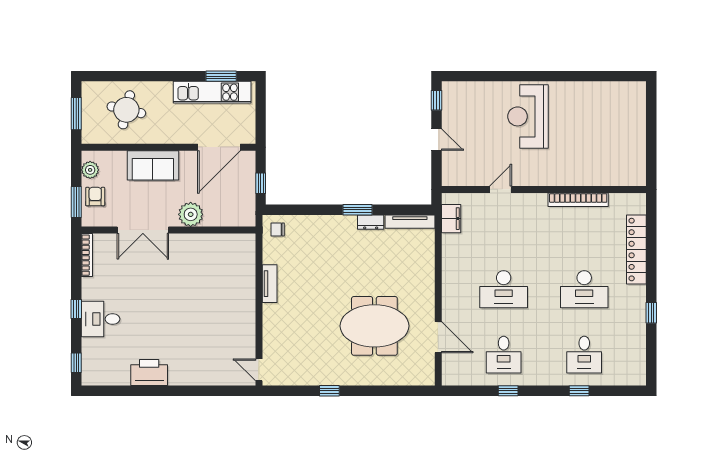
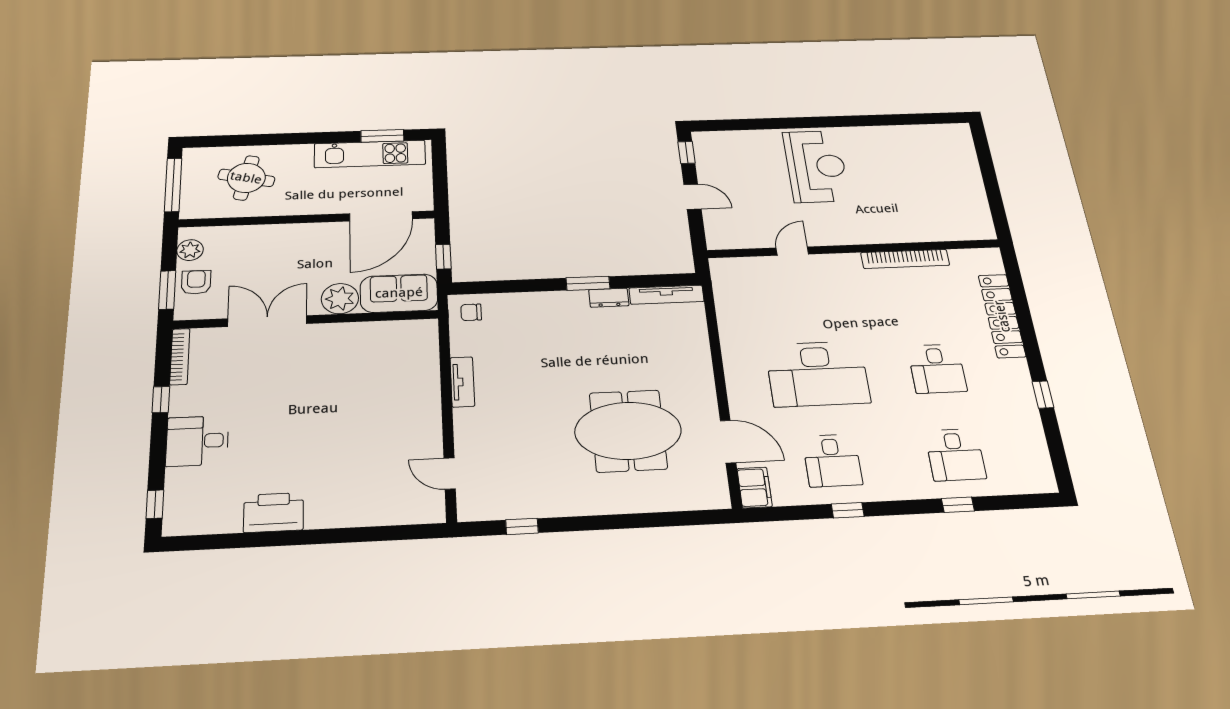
window: (76, 114) -> (173, 185), width x1.44
reception desk: (528, 116) -> (816, 166), turned 180
sofa: (153, 165) -> (399, 293), moved, turned 180
filing cabinet: (451, 219) -> (755, 488), moved
double door: (143, 230) -> (267, 321), swing flipped
desk: (504, 289) -> (817, 374), width x1.36, depth x1.30
desk: (584, 289) -> (937, 369), width x0.73
window: (76, 309) -> (161, 400), moved
door: (259, 370) -> (450, 474), moved
window: (329, 391) -> (522, 526), moved

